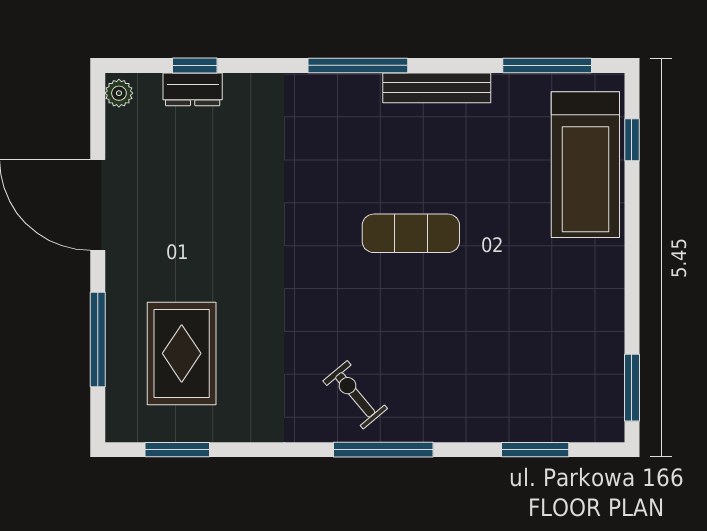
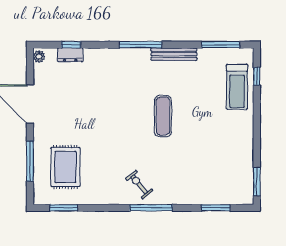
treadmill: (585, 165) -> (237, 87), width x0.73, depth x0.73
exercise mat: (411, 233) -> (163, 116), turned 90

